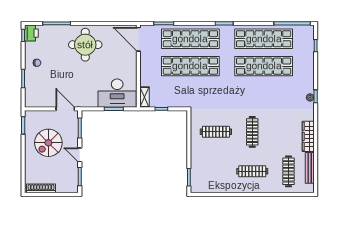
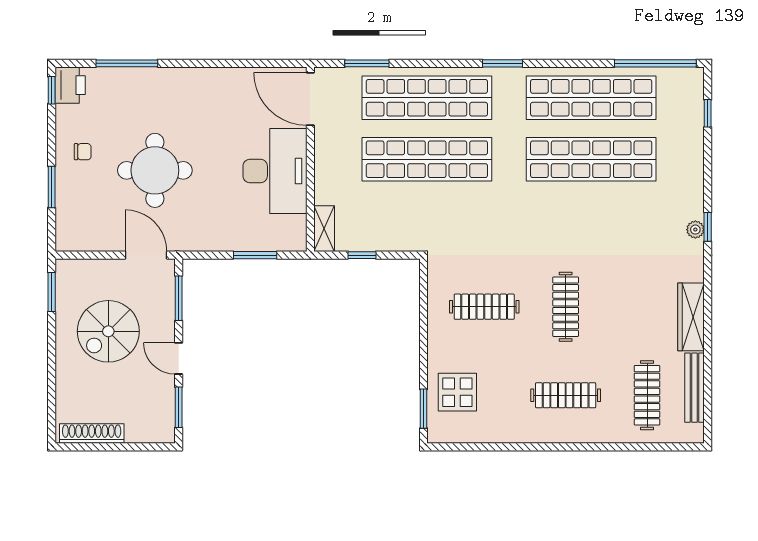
round table: (85, 45) -> (155, 170), moved
desk: (117, 93) -> (275, 171), moved, turned -90
display table: (204, 170) -> (457, 392), added

